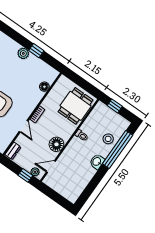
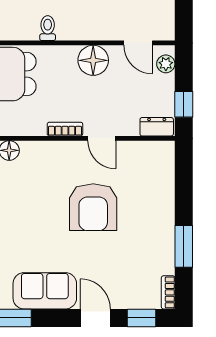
door: (24, 126) -> (102, 138), swing flipped
window: (25, 175) -> (184, 104), moved

